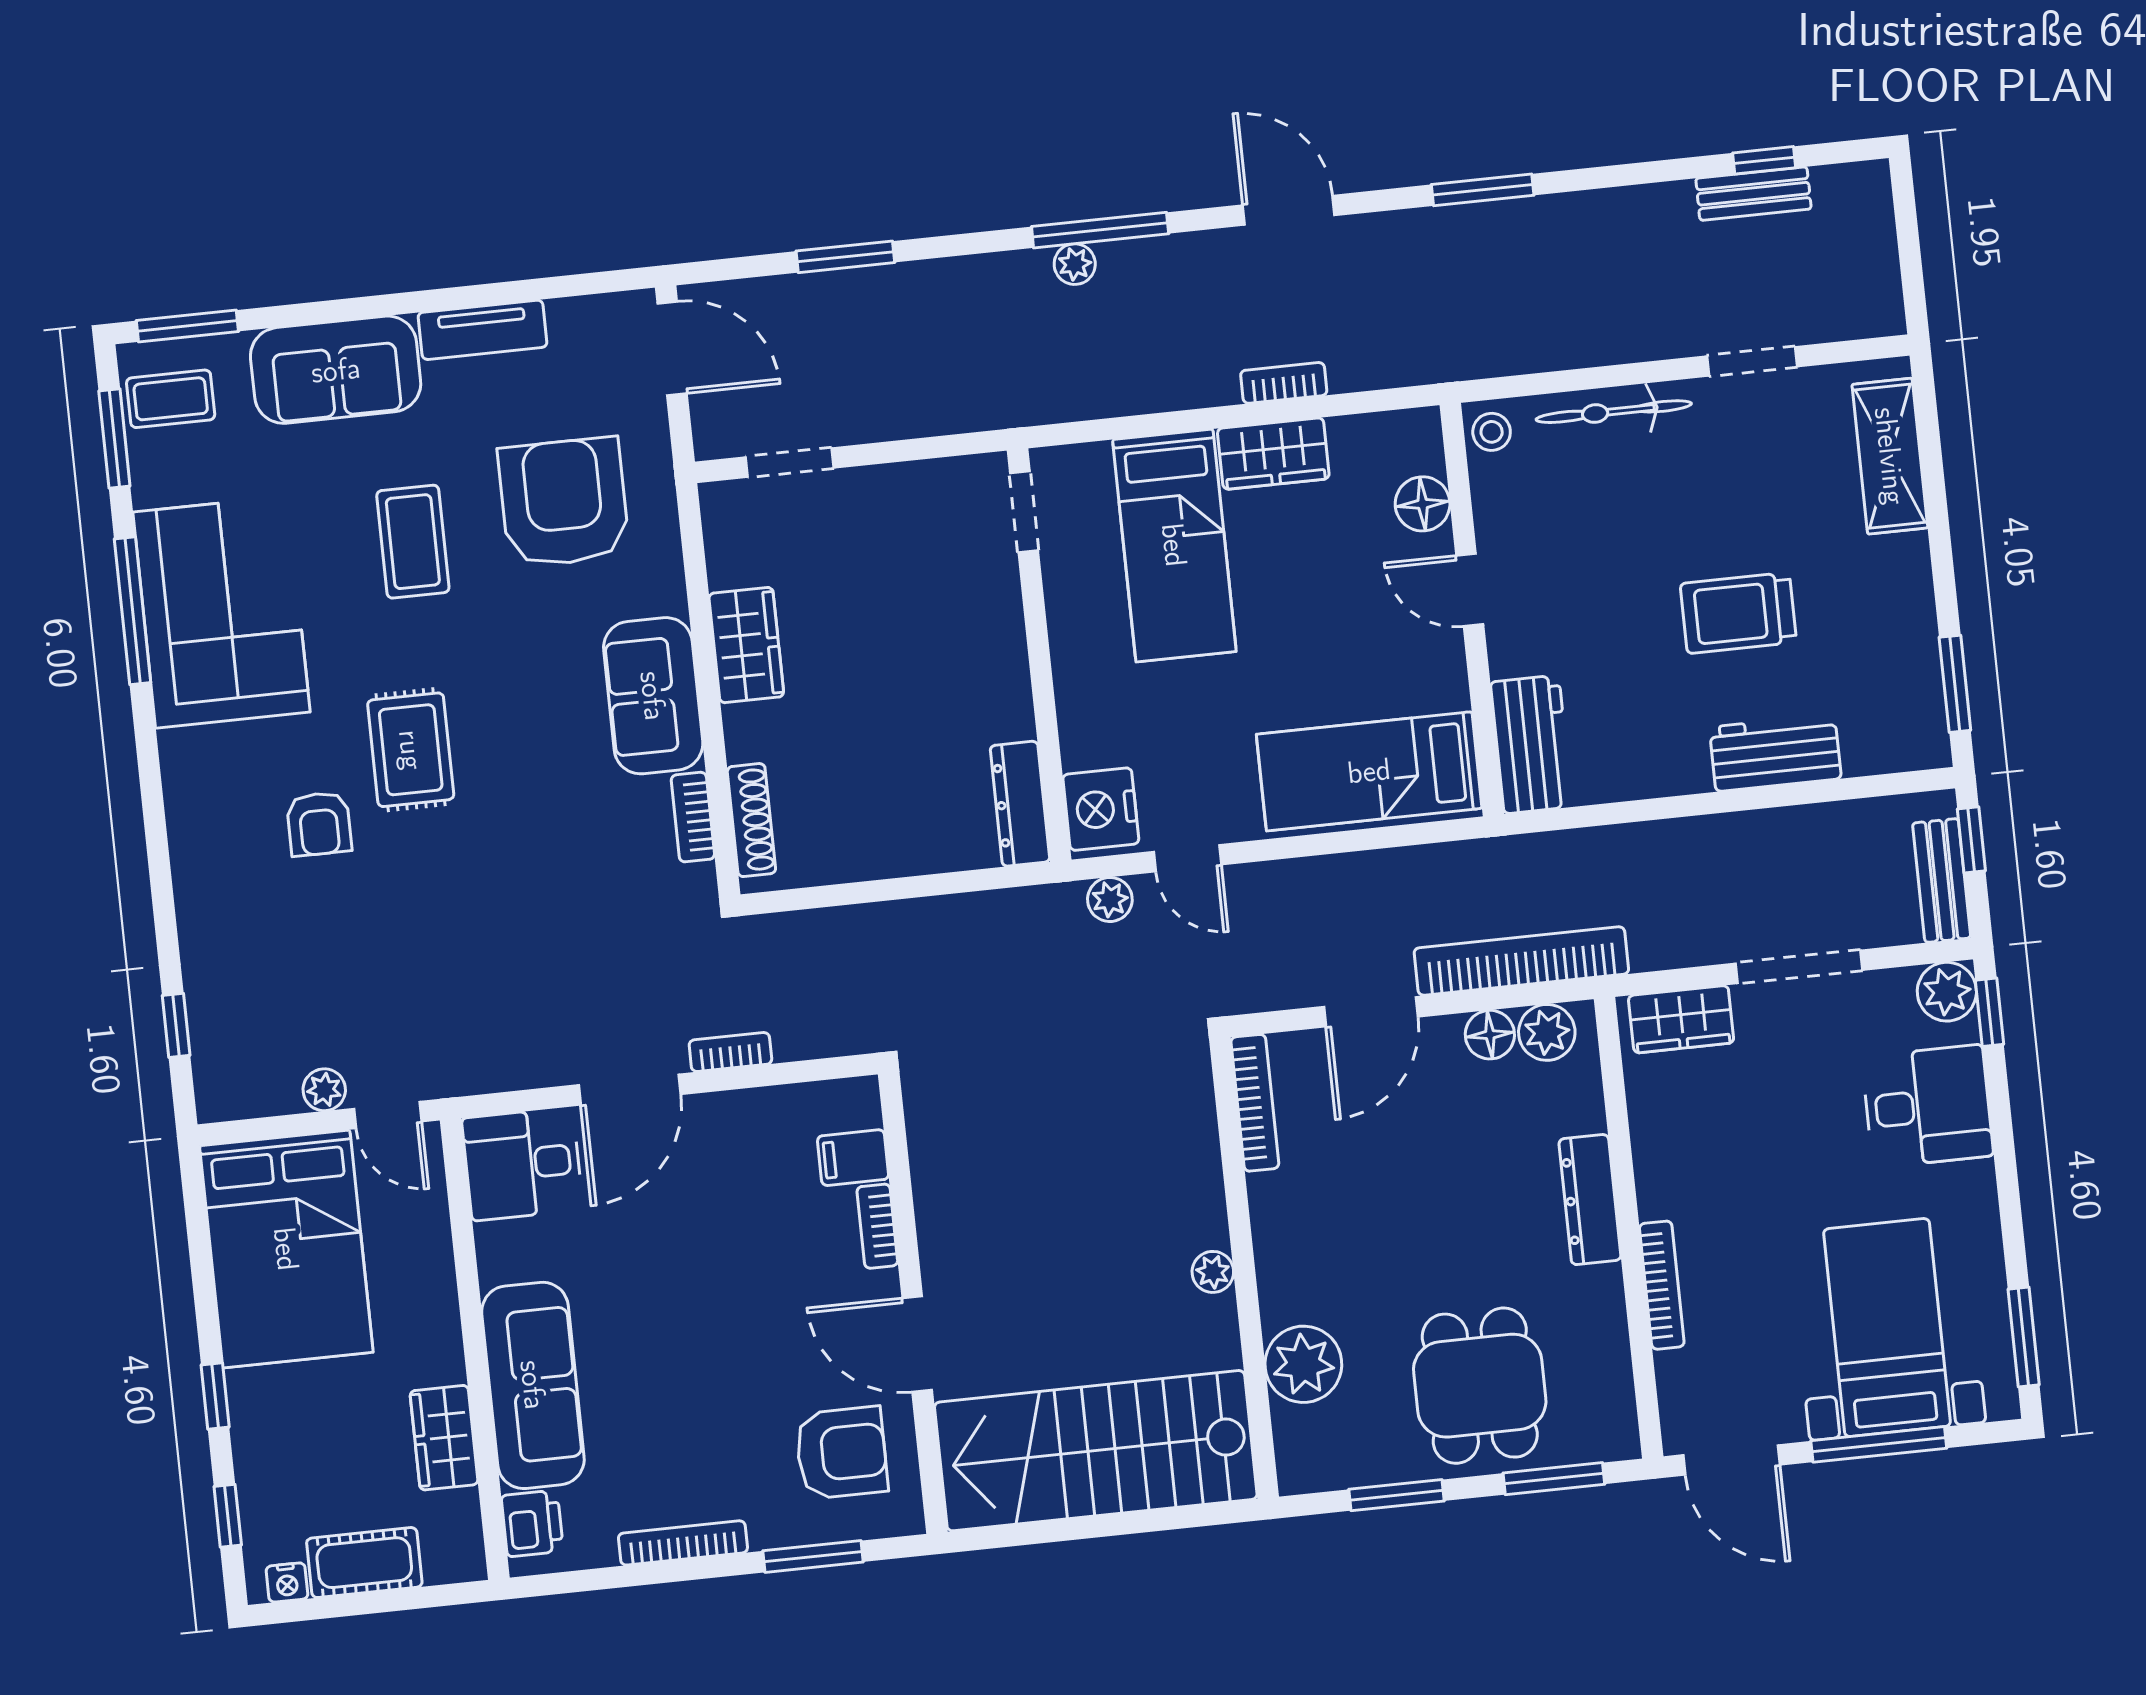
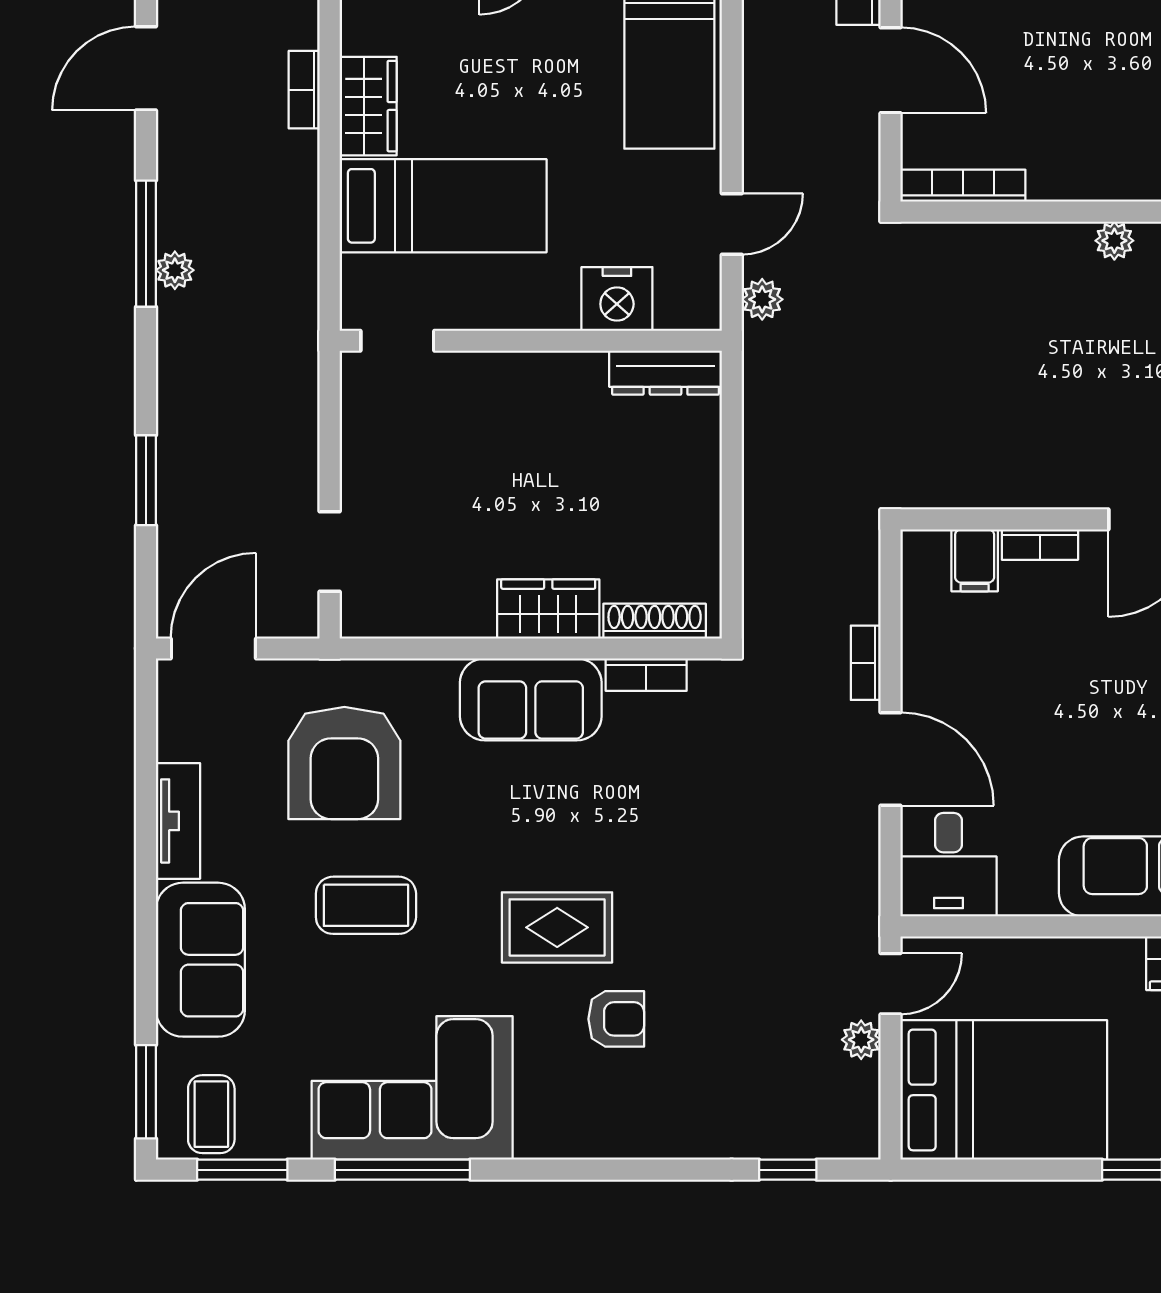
armchair: (564, 502) -> (344, 763), turned -90
wardrobe: (746, 645) -> (548, 609), moved
nightstand: (1101, 809) -> (617, 299), moved

